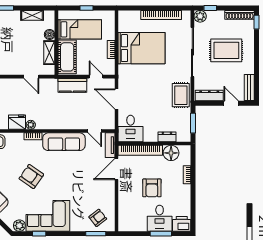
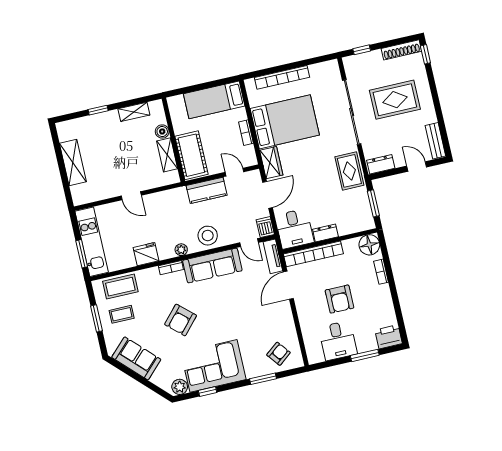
window: (86, 8) -> (202, 86), removed
bookcase: (161, 15) -> (282, 77), moved
plant: (200, 16) -> (351, 63), removed
bed: (80, 29) -> (214, 100), moved, turned 180
wardrobe: (125, 76) -> (271, 163), added
door: (31, 77) -> (131, 196), moved
dresser: (209, 96) -> (381, 164), width x0.70
door: (116, 99) -> (268, 195), swing flipped
stool: (66, 119) -> (208, 236), added
dishwasher: (109, 122) -> (265, 227), added
plant: (31, 125) -> (181, 250), moved
dresser: (167, 137) -> (325, 233), moved
floor lamp: (171, 153) -> (369, 245), moved
armchair: (31, 176) -> (181, 320), turned -83
desk: (160, 218) -> (338, 341), moved
window: (96, 234) -> (263, 379), moved

